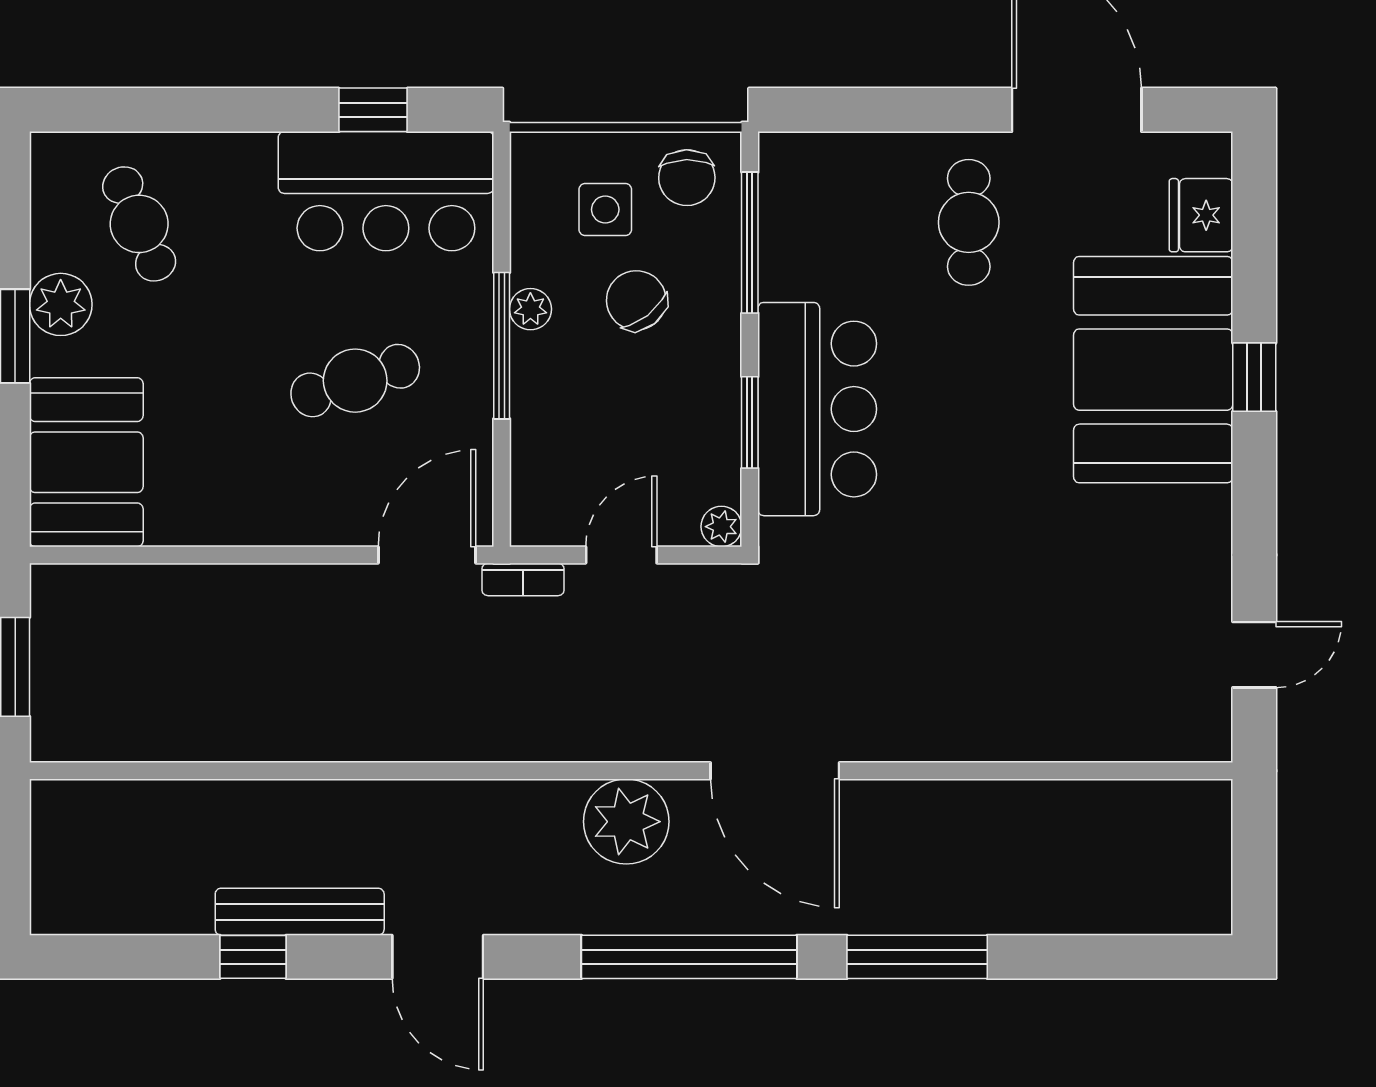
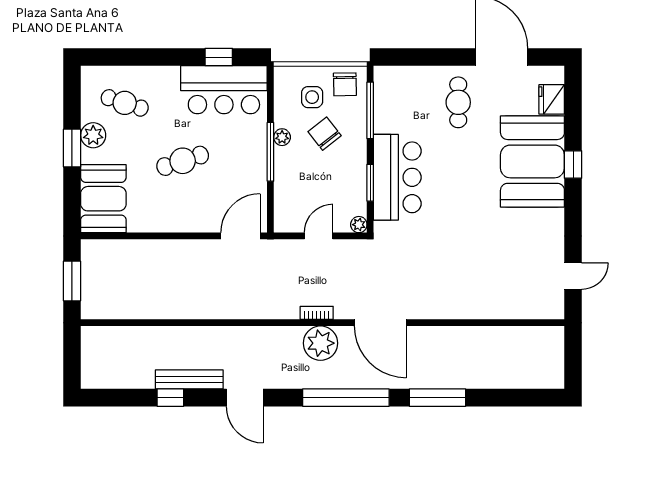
cafe table: (139, 224) -> (125, 103), turned -49
cafe table: (355, 381) -> (183, 161), moved
bookcase: (523, 579) -> (317, 313), moved, turned 180

